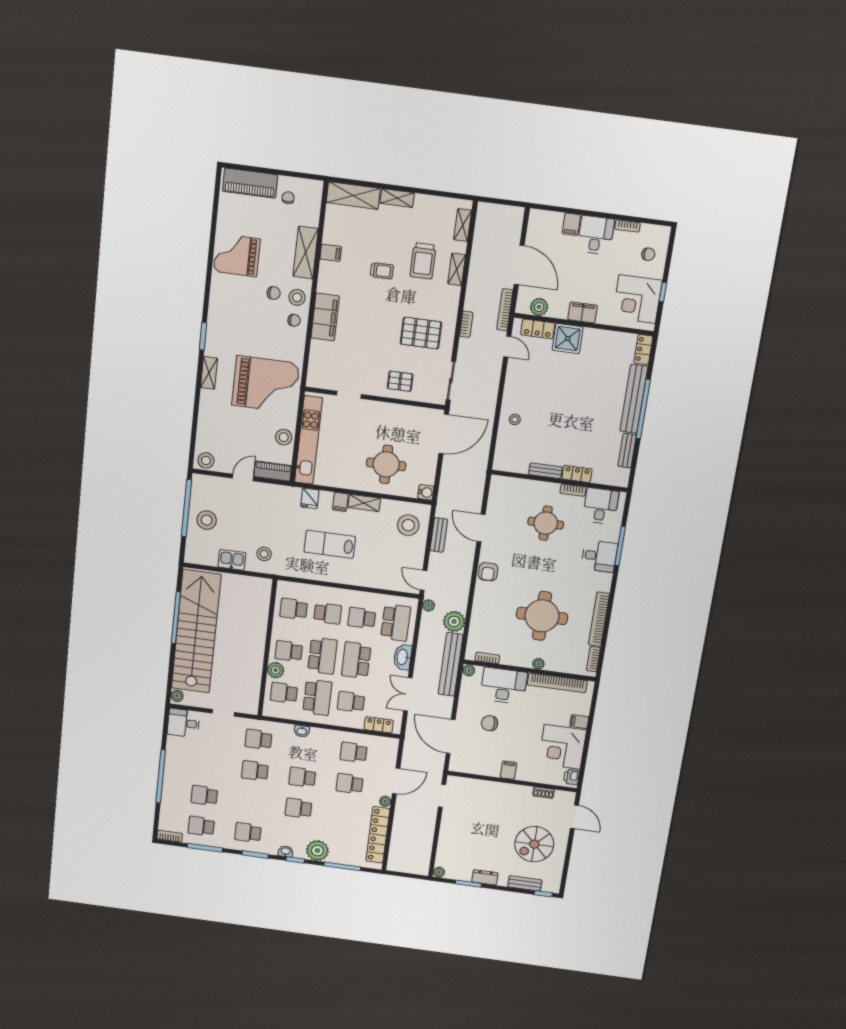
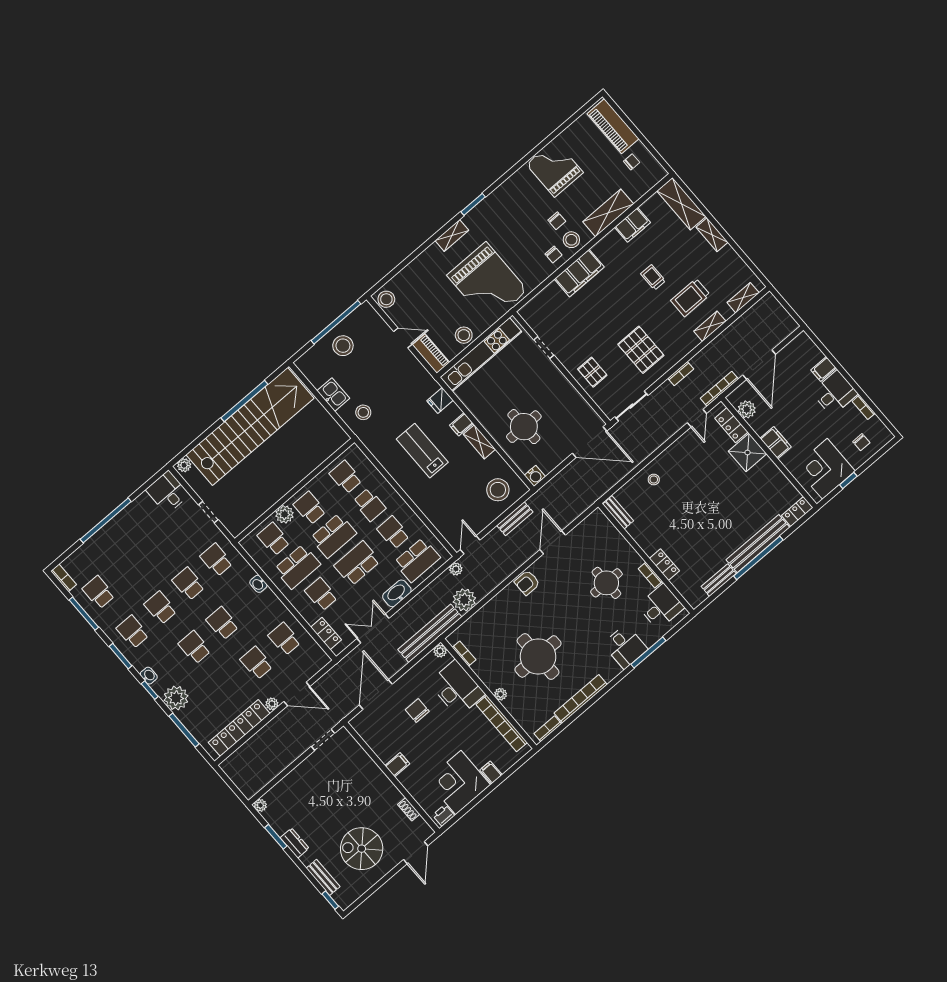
filing cabinet: (331, 253) -> (633, 225), width x2.00
trolley: (382, 271) -> (653, 277), turned 180
bench: (545, 471) -> (618, 512), moved
school desk: (204, 795) -> (160, 608), moved

